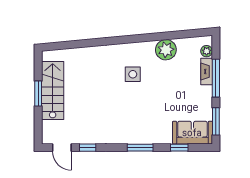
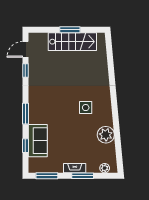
fireplace: (207, 71) -> (75, 168), moved
window: (216, 78) -> (83, 176), width x0.69
sofa: (192, 133) -> (38, 141), moved

